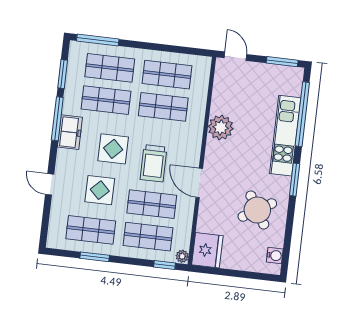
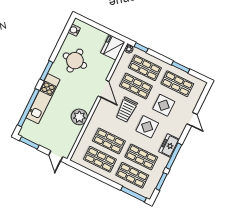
trolley: (153, 163) -> (126, 110), turned 180
round table: (257, 210) -> (75, 61), turned 34

